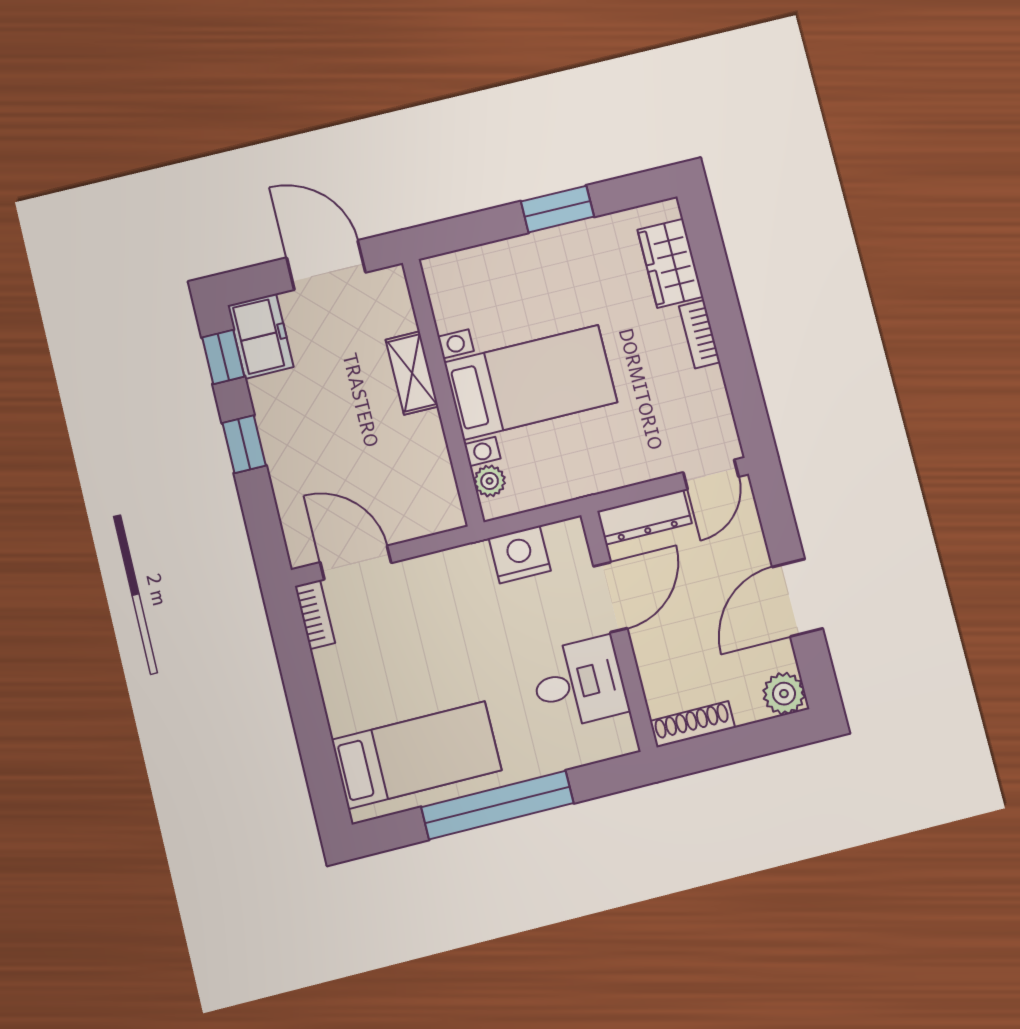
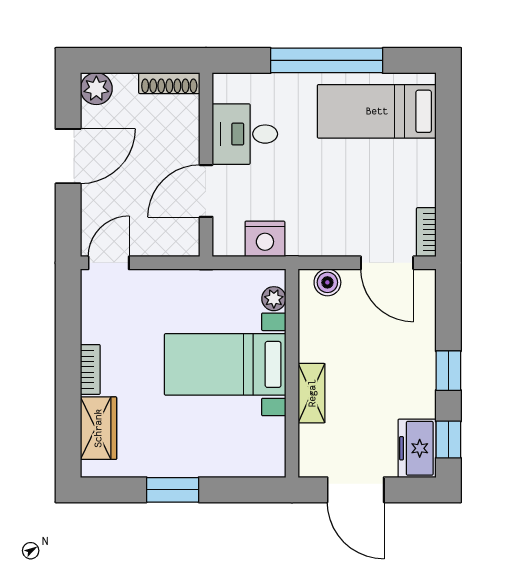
dresser: (644, 517) -> (166, 243), removed
boiler: (426, 519) -> (327, 282), added

